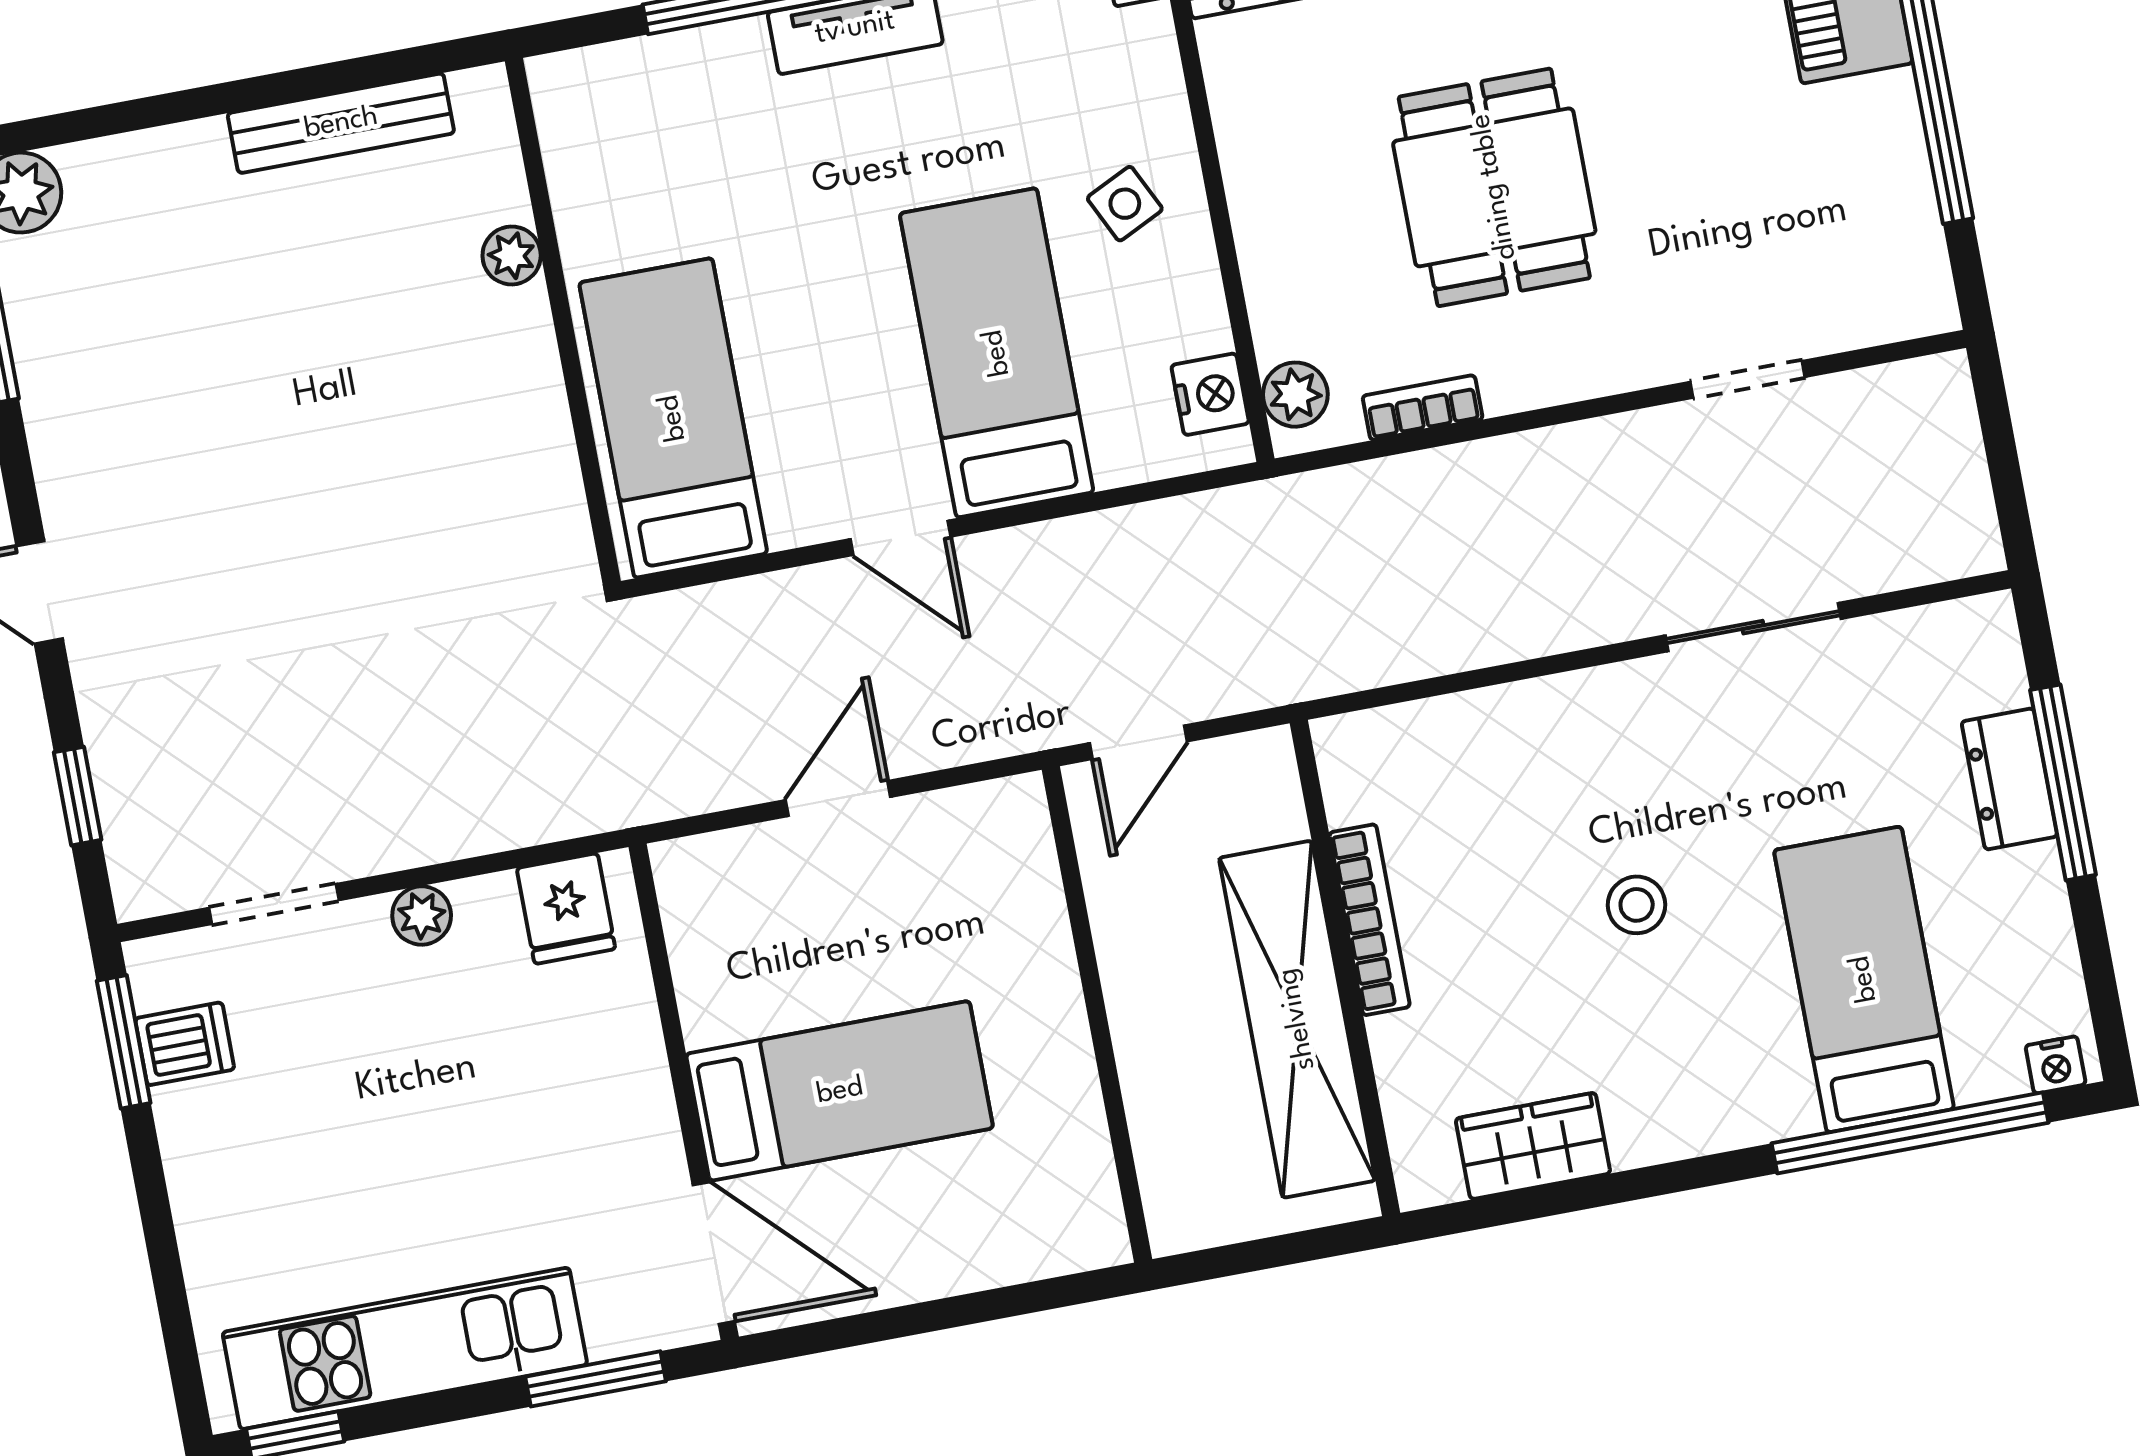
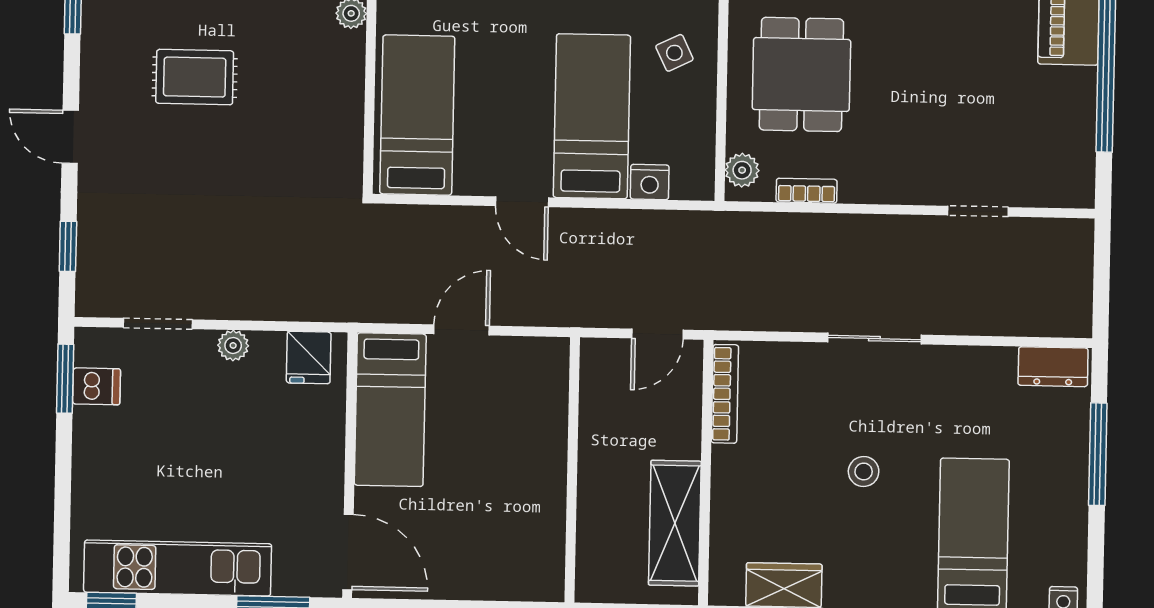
dining table: (1494, 187) -> (801, 74), moved
nightstand: (1210, 394) -> (650, 182), moved, turned 90
rug: (247, 434) -> (195, 77), added
sliding door: (1753, 627) -> (874, 339), moved
door: (1138, 742) -> (657, 334), moved
dresser: (2009, 779) -> (1053, 367), moved, turned -90
bookcase: (1370, 920) -> (725, 394), moved
shelving: (1297, 1019) -> (675, 523), width x0.68
bed: (840, 1091) -> (390, 410), moved, turned 90

